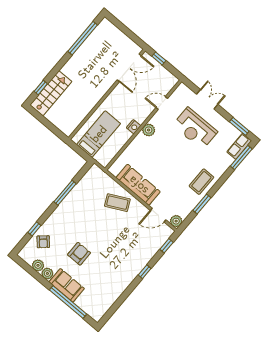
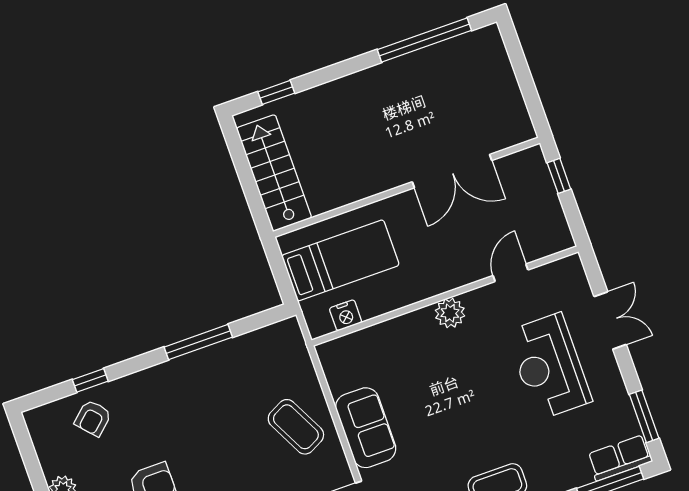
double door: (129, 68) -> (452, 171), moved
stairs: (51, 93) -> (274, 173), moved, turned -90
door: (162, 103) -> (511, 273), hinge flipped
nightstand: (134, 127) -> (346, 315), moved
sofa: (138, 185) -> (366, 428), width x0.73
plant: (38, 265) -> (53, 461), removed

